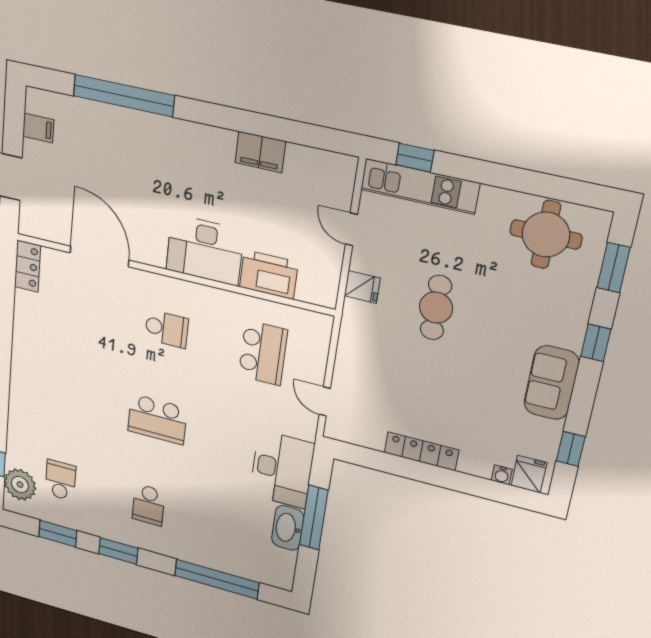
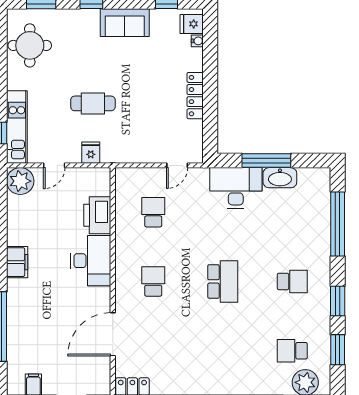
filing cabinet: (260, 152) -> (17, 262), moved
plant: (335, 173) -> (20, 181), added
school desk: (263, 353) -> (153, 212), width x0.54

